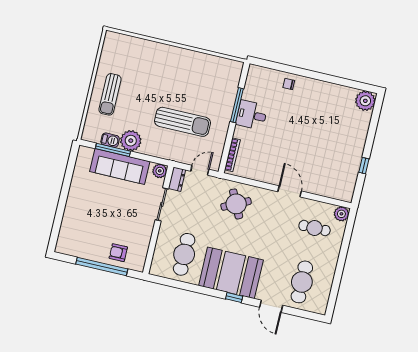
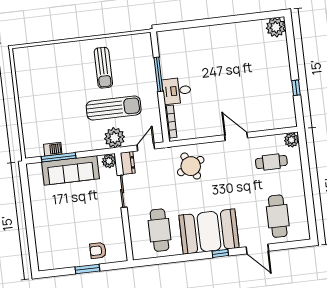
chair: (289, 84) -> (199, 37), removed
sun lounger: (110, 94) -> (103, 68), moved
desk: (252, 115) -> (177, 91), moved
plant: (131, 141) -> (115, 138), moved
window: (102, 267) -> (87, 269), width x0.47

